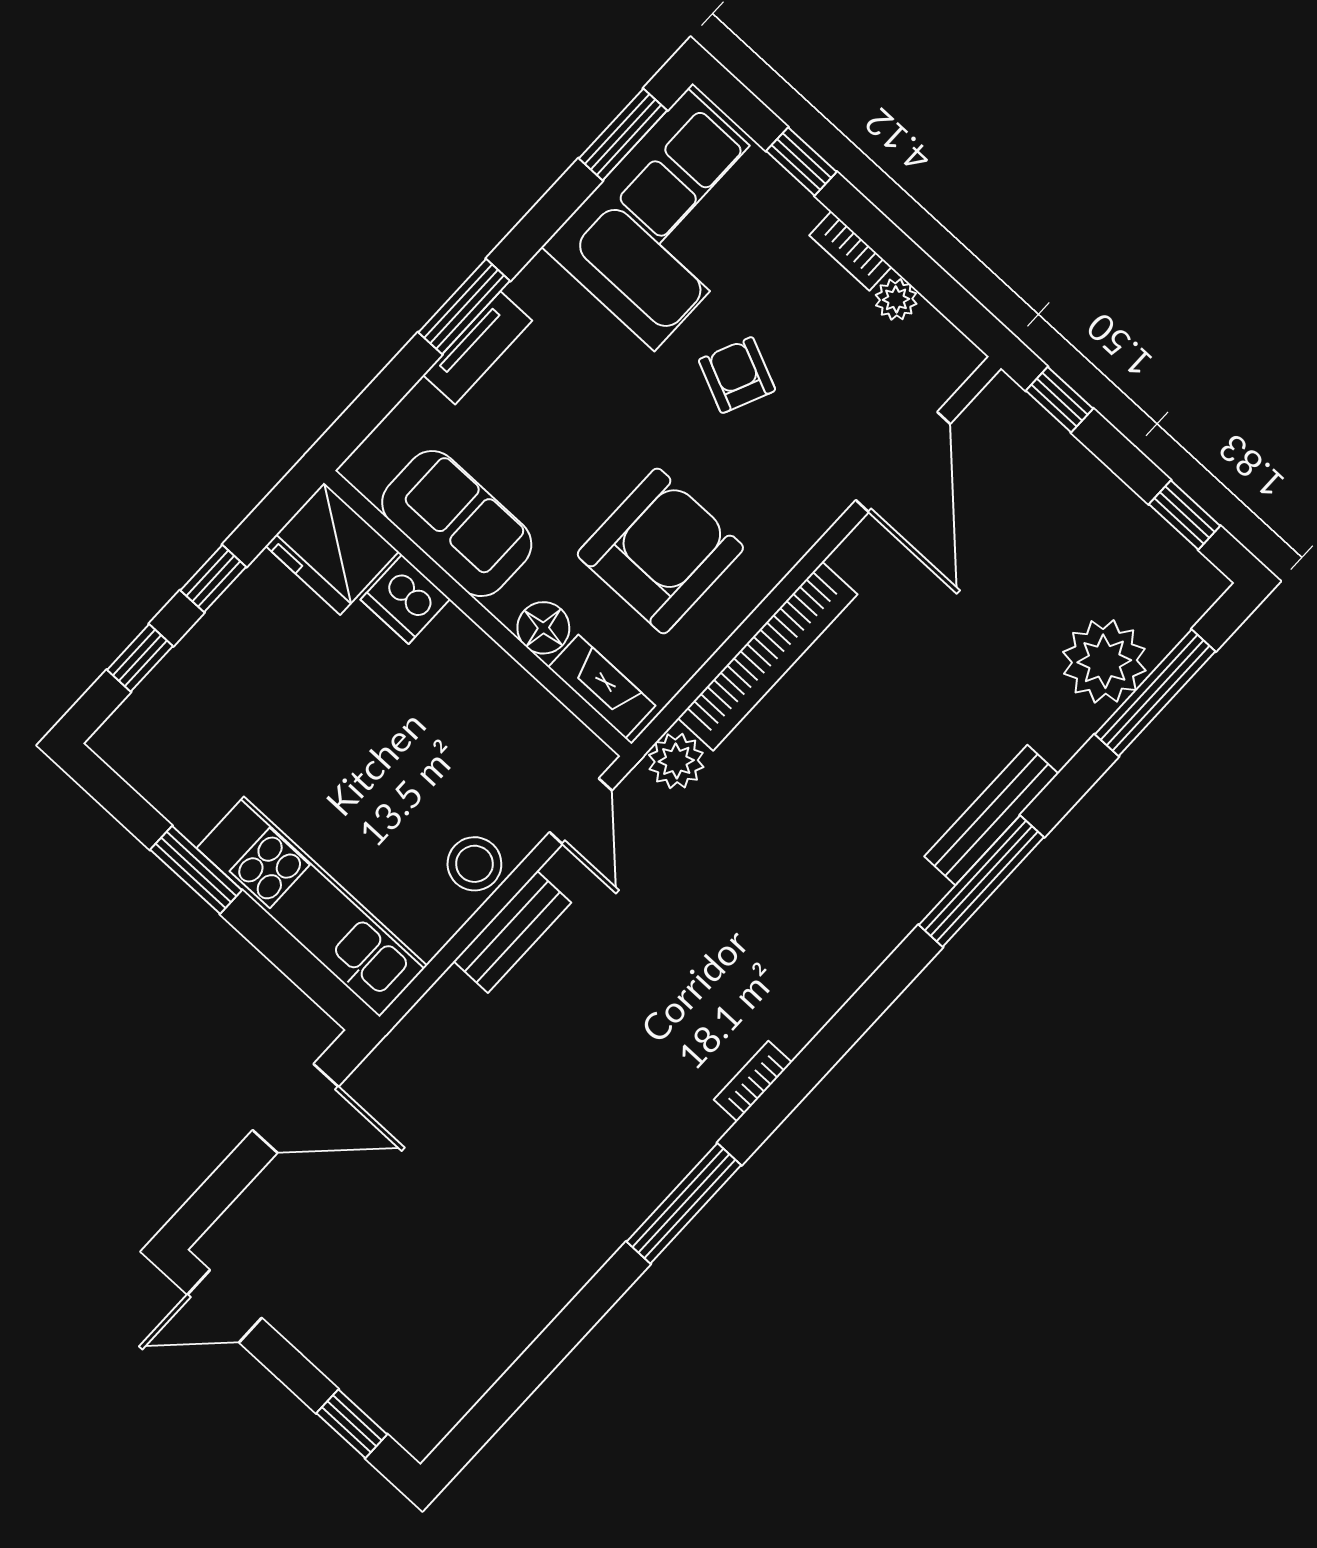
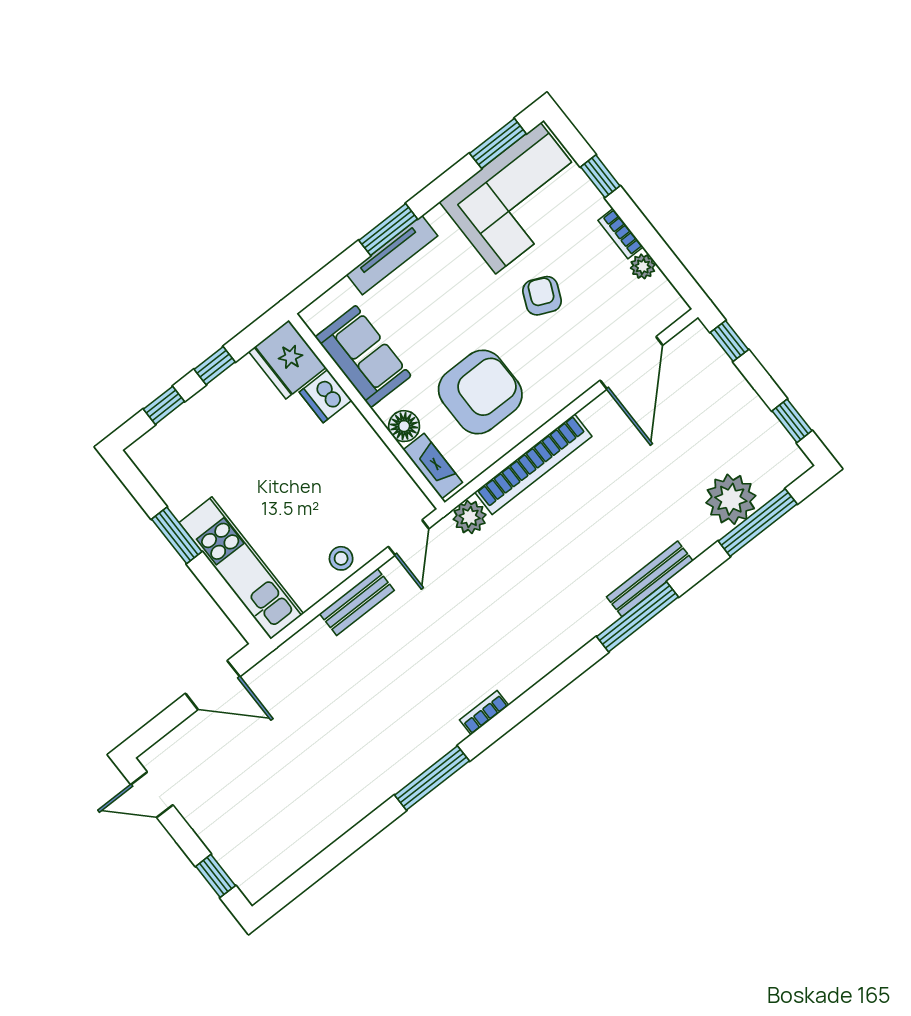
tv unit: (478, 348) -> (392, 255), width x1.41
stool: (474, 864) -> (341, 558), width x0.73, depth x0.73

